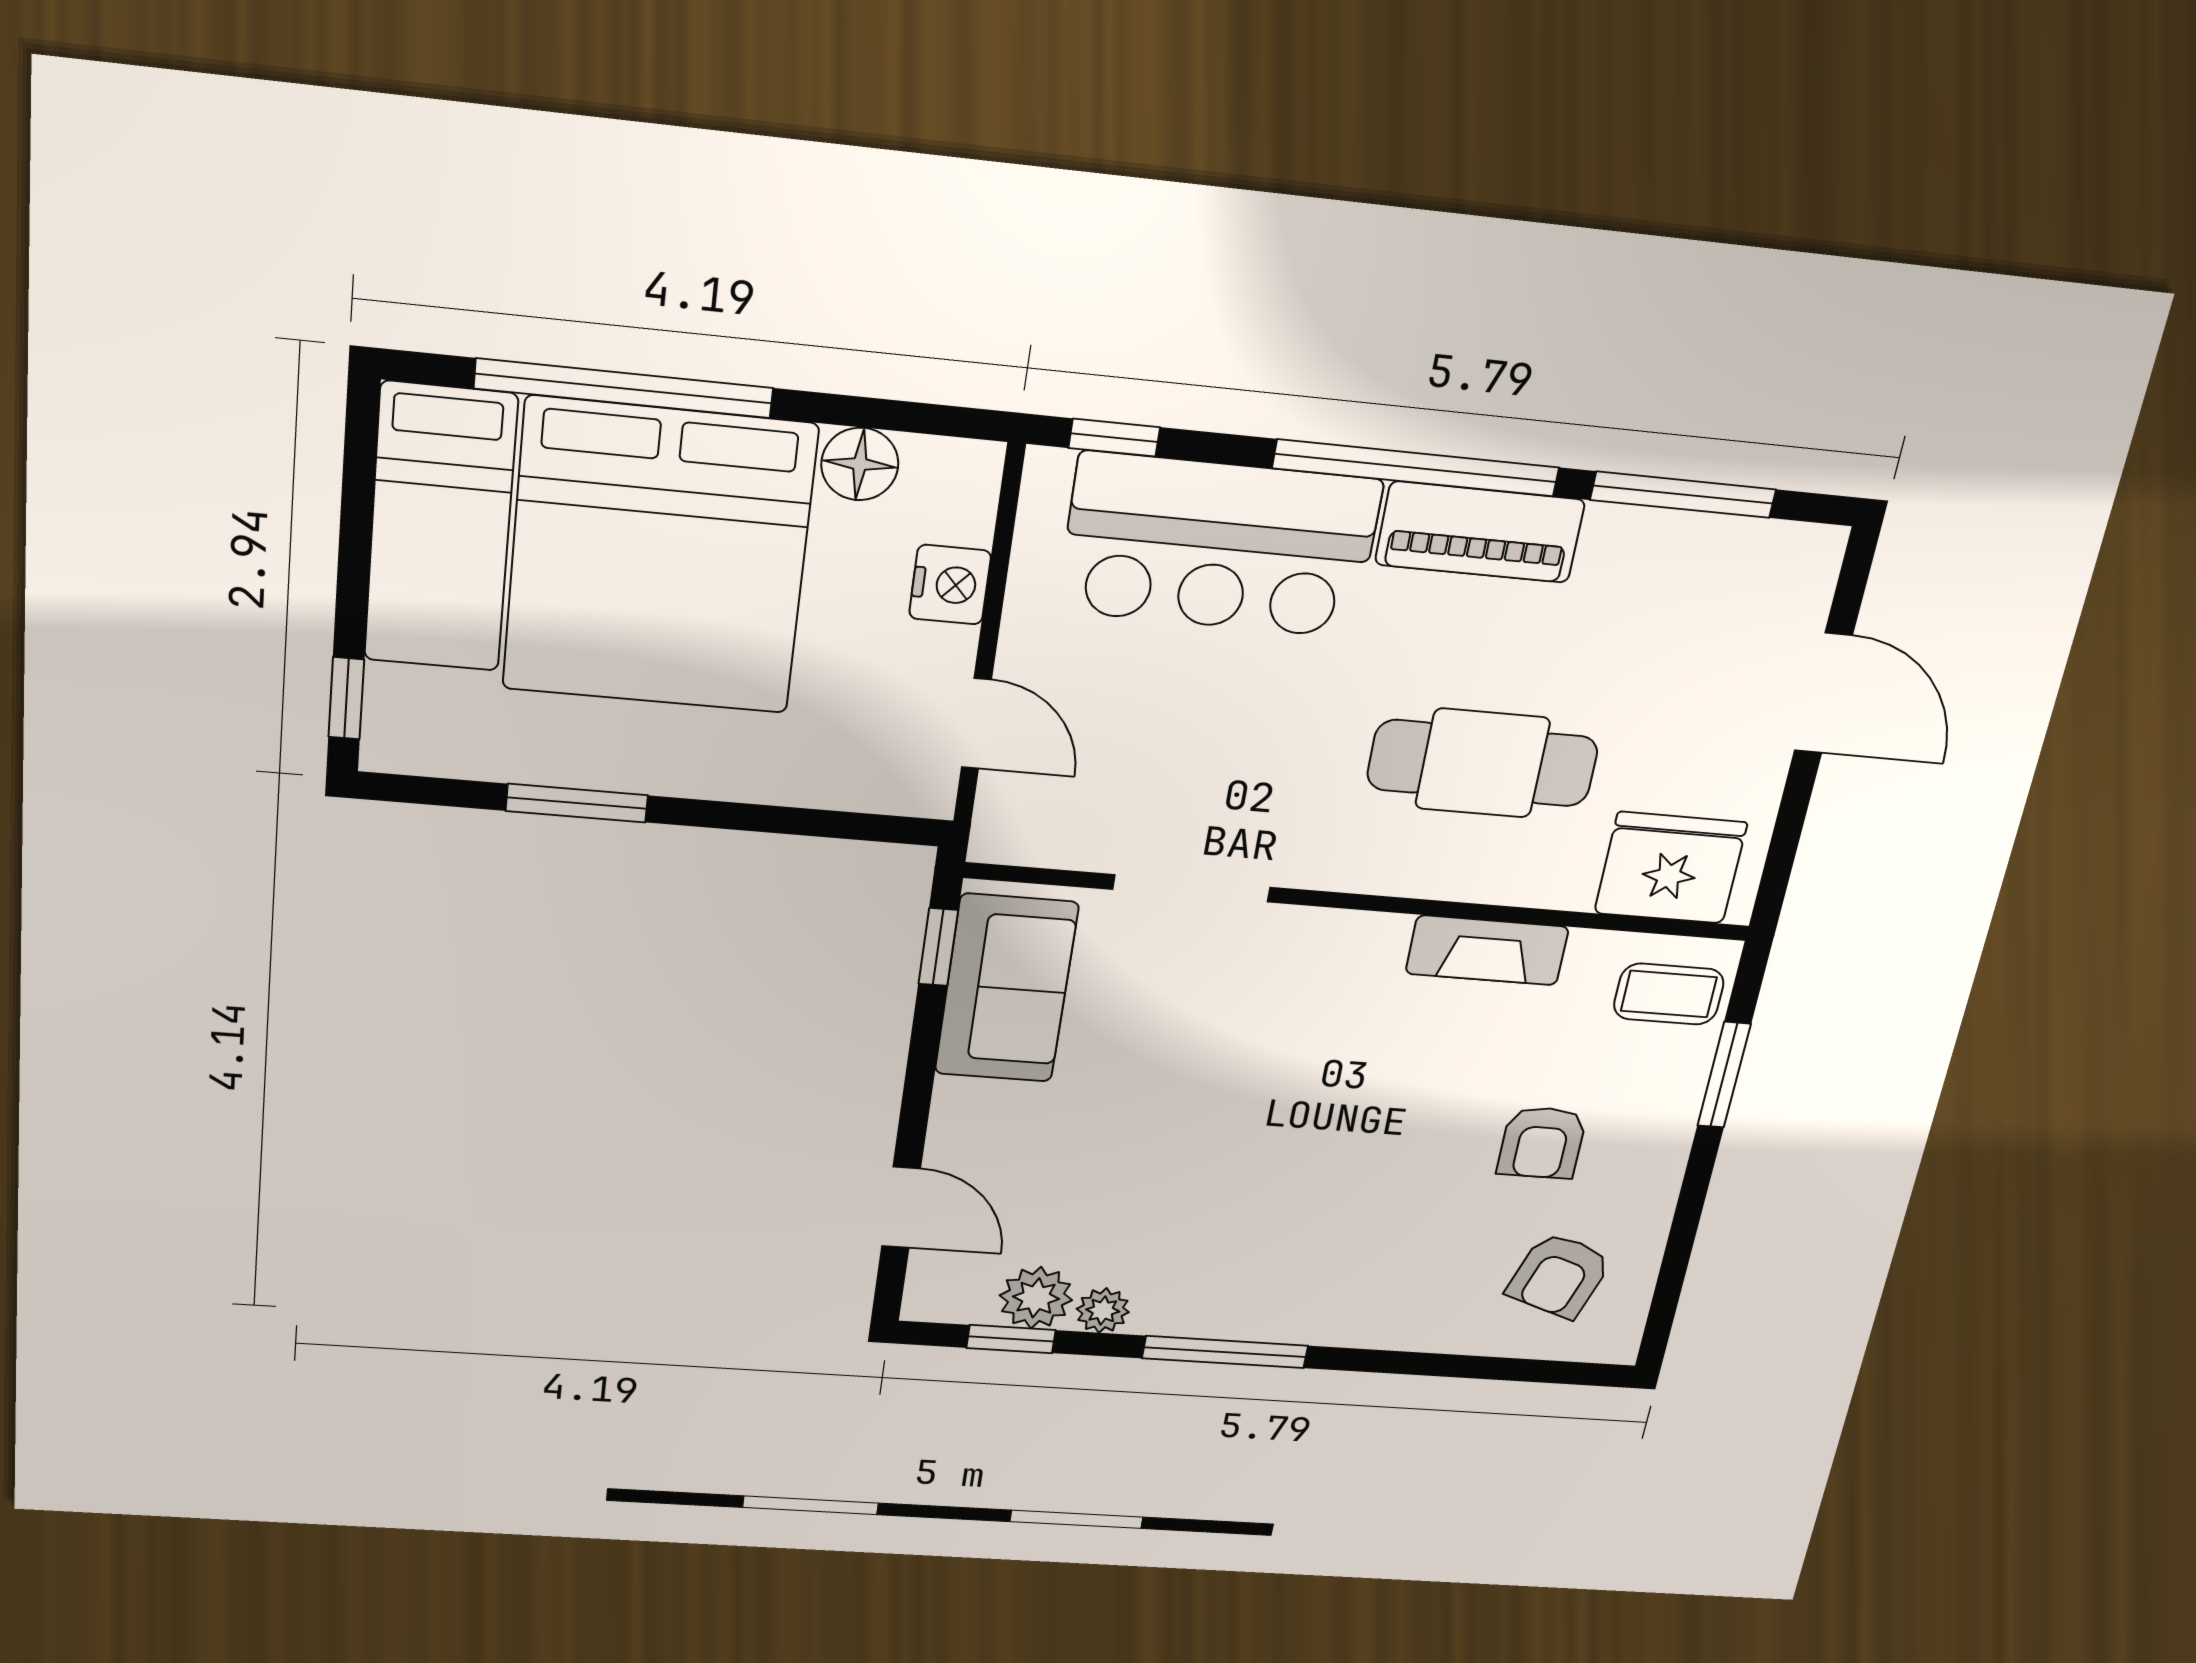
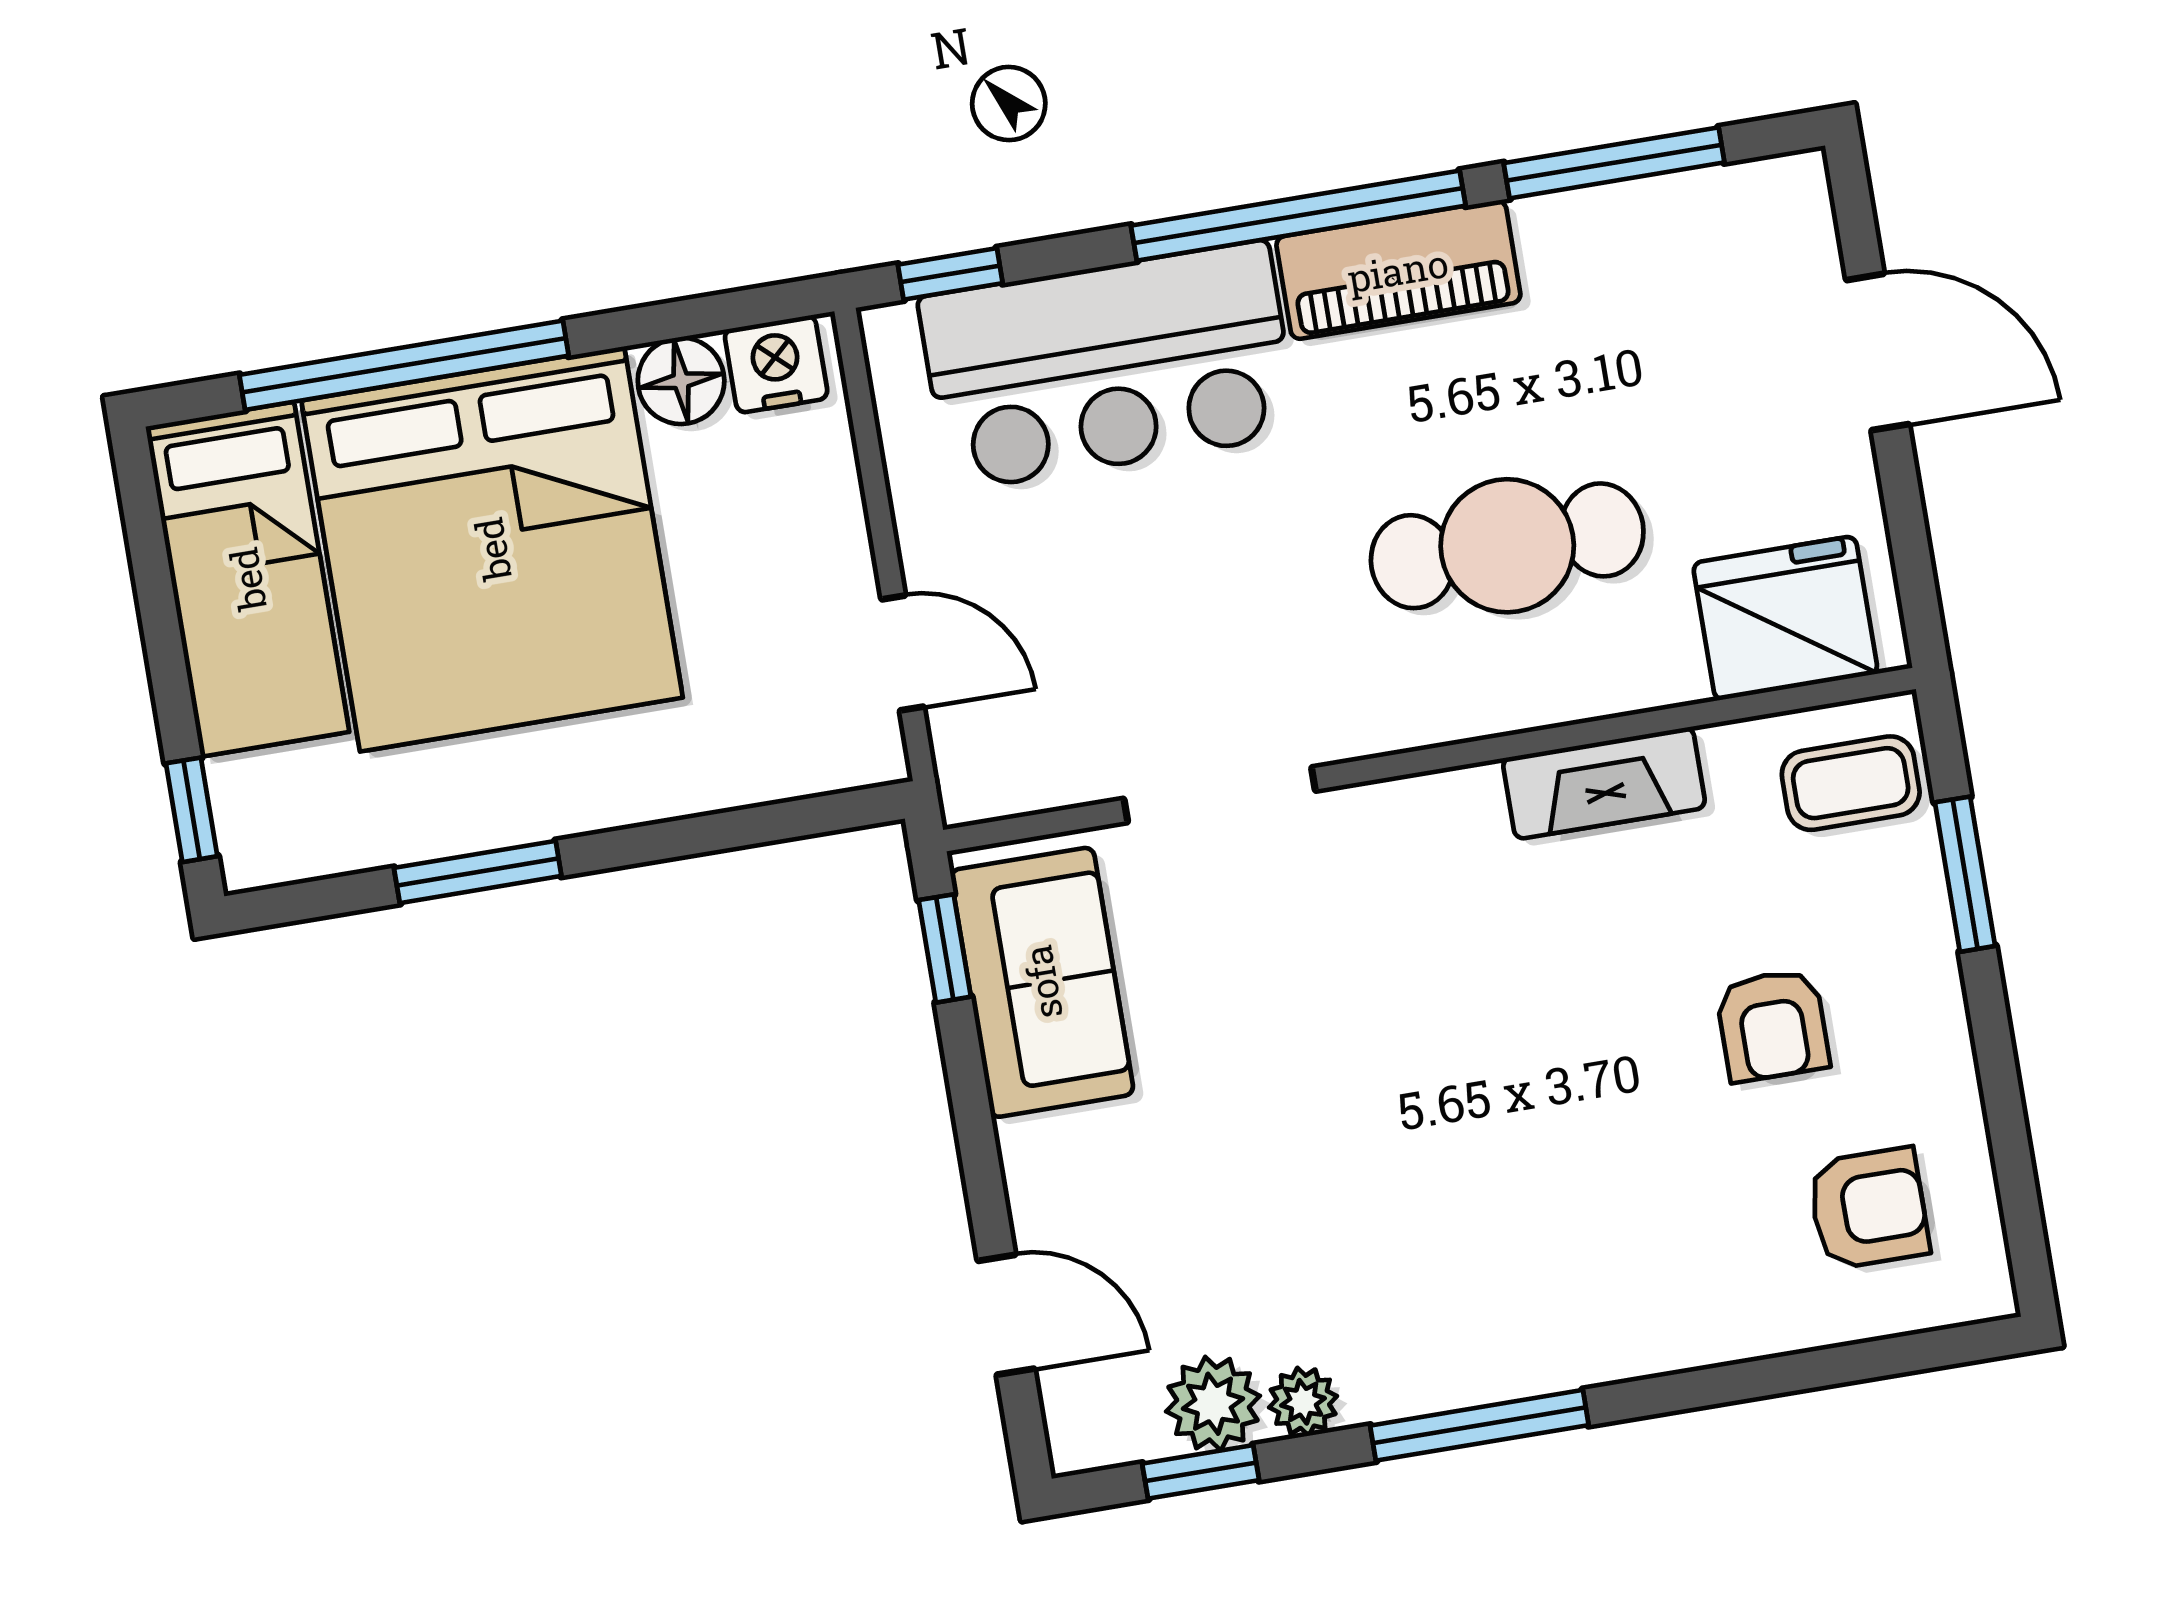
nightstand: (950, 585) -> (776, 364), moved, turned -90
armchair: (1559, 1276) -> (1868, 1208), turned -109

